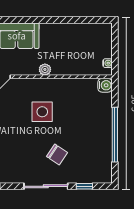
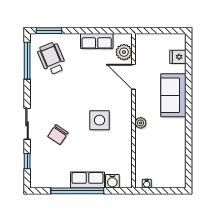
water cooler: (105, 85) -> (112, 181), moved
row of seats: (104, 124) -> (87, 180), added
sliding door: (46, 186) -> (27, 124), width x0.73

